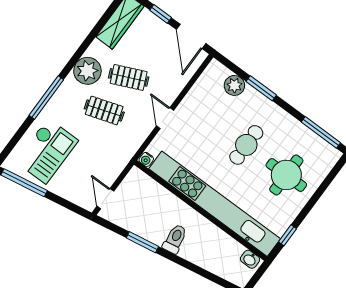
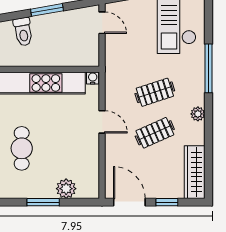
plant: (87, 71) -> (198, 114), width x0.53, depth x0.53

